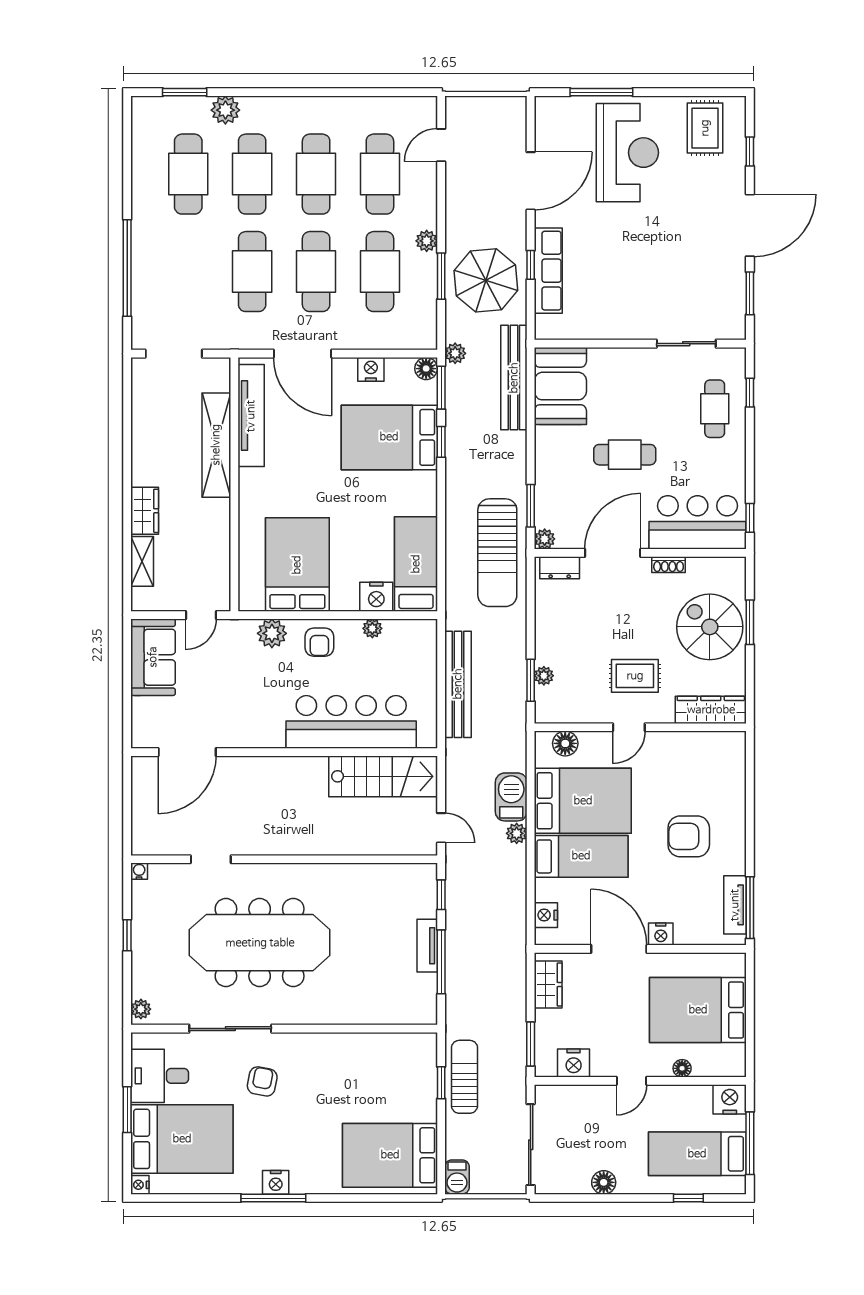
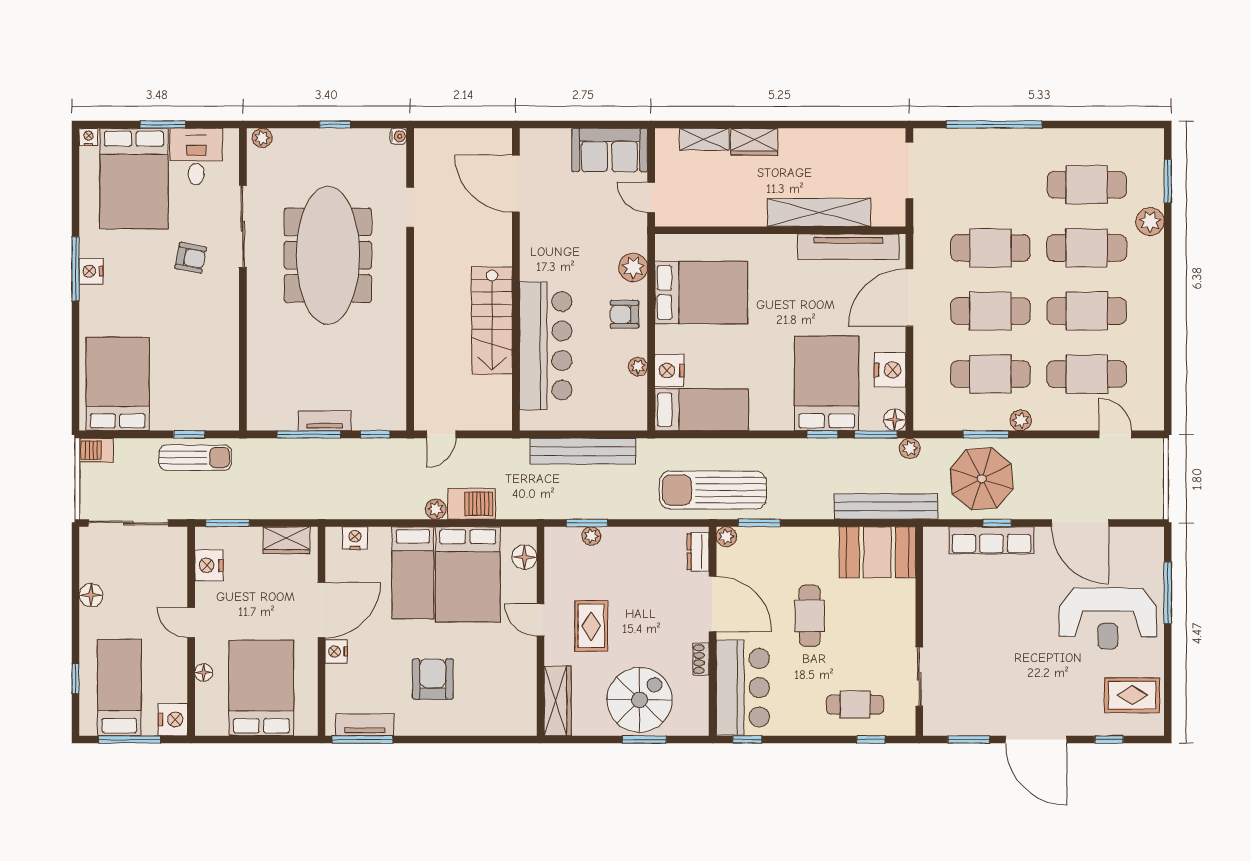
nightstand: (371, 369) -> (890, 370), width x1.36, depth x1.33
stairs: (383, 776) -> (492, 320), moved

